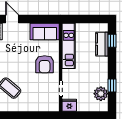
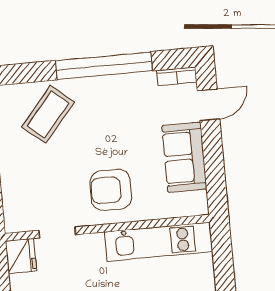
sofa: (45, 31) -> (184, 157), moved

